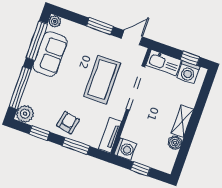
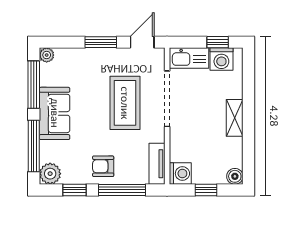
sofa: (50, 54) -> (55, 113), moved
armchair: (68, 123) -> (103, 166), turned -101
boiler: (175, 143) -> (235, 176), moved
window: (76, 146) -> (122, 190), width x1.44

